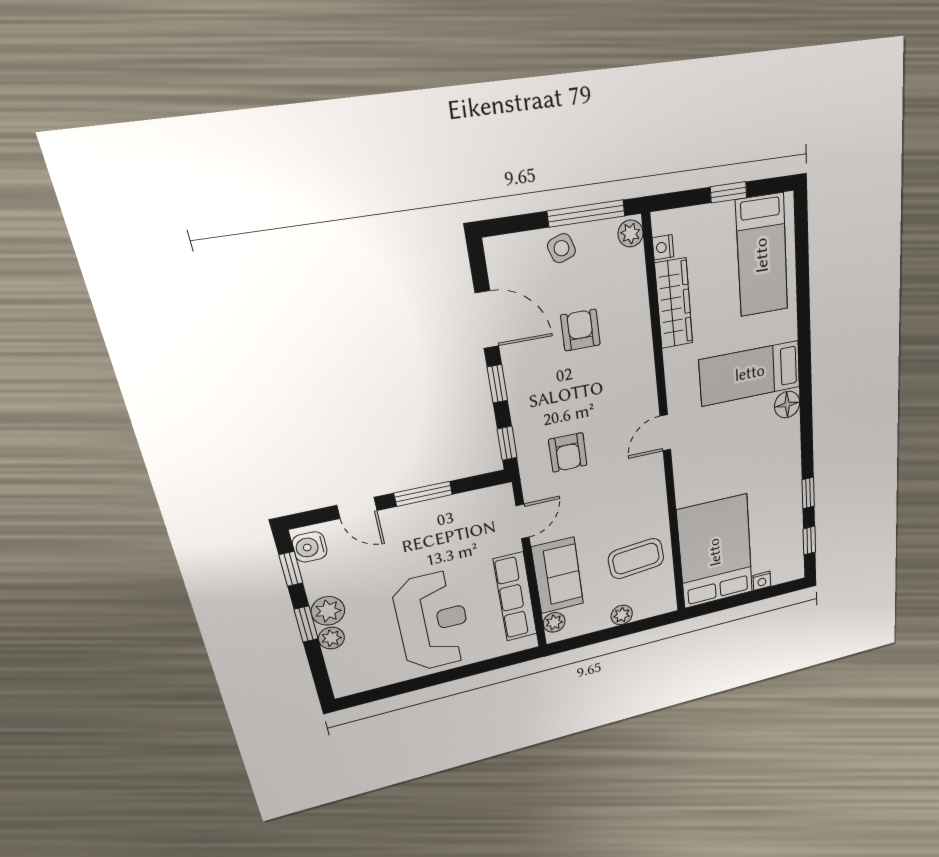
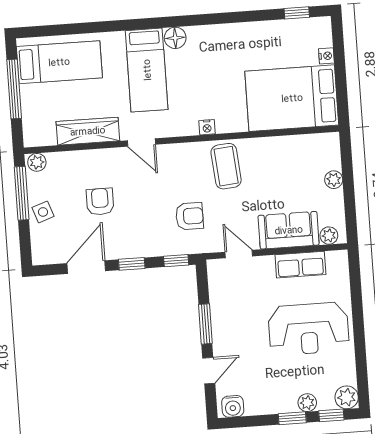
window: (729, 192) -> (14, 89), width x2.17
nightstand: (663, 247) -> (207, 127), moved
armchair: (580, 330) -> (100, 202), turned 90
door: (665, 433) -> (141, 143), moved
window: (808, 493) -> (253, 16), removed
coffee table: (636, 559) -> (226, 166), moved
window: (291, 569) -> (331, 415), moved
row of seats: (515, 597) -> (300, 265), width x0.68
plant: (328, 611) -> (347, 397), moved
reception desk: (433, 621) -> (309, 329), turned 180

